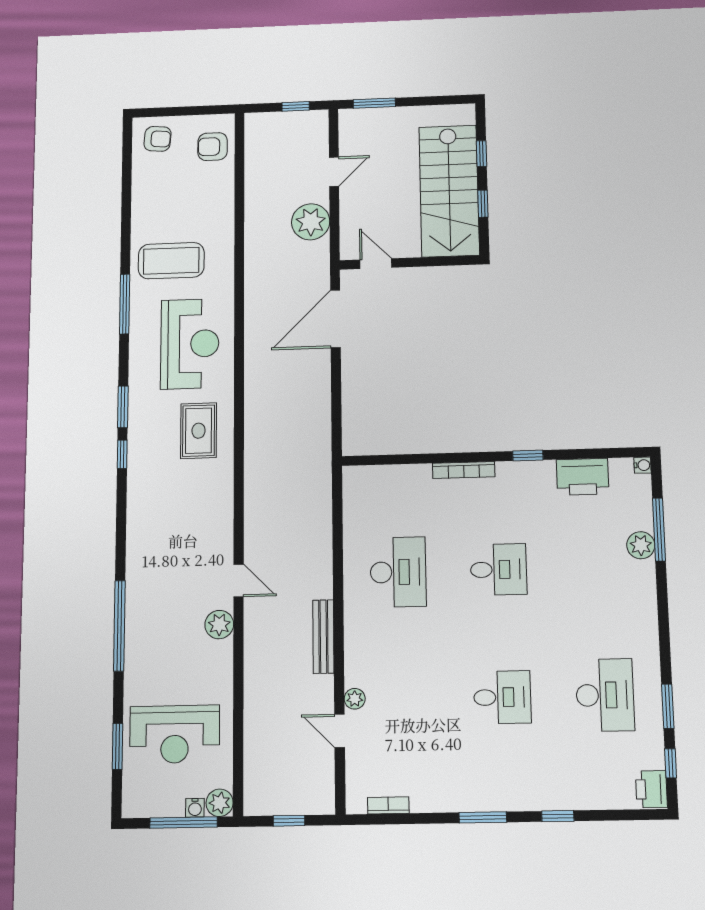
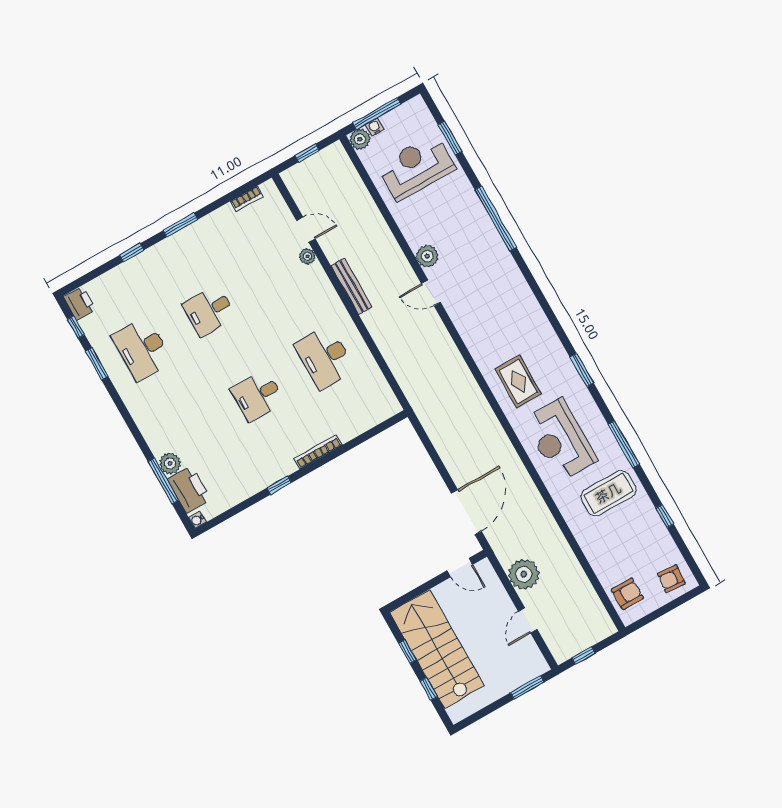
window: (122, 454) -> (665, 516), moved
printer: (583, 477) -> (189, 489), moved, turned 90

